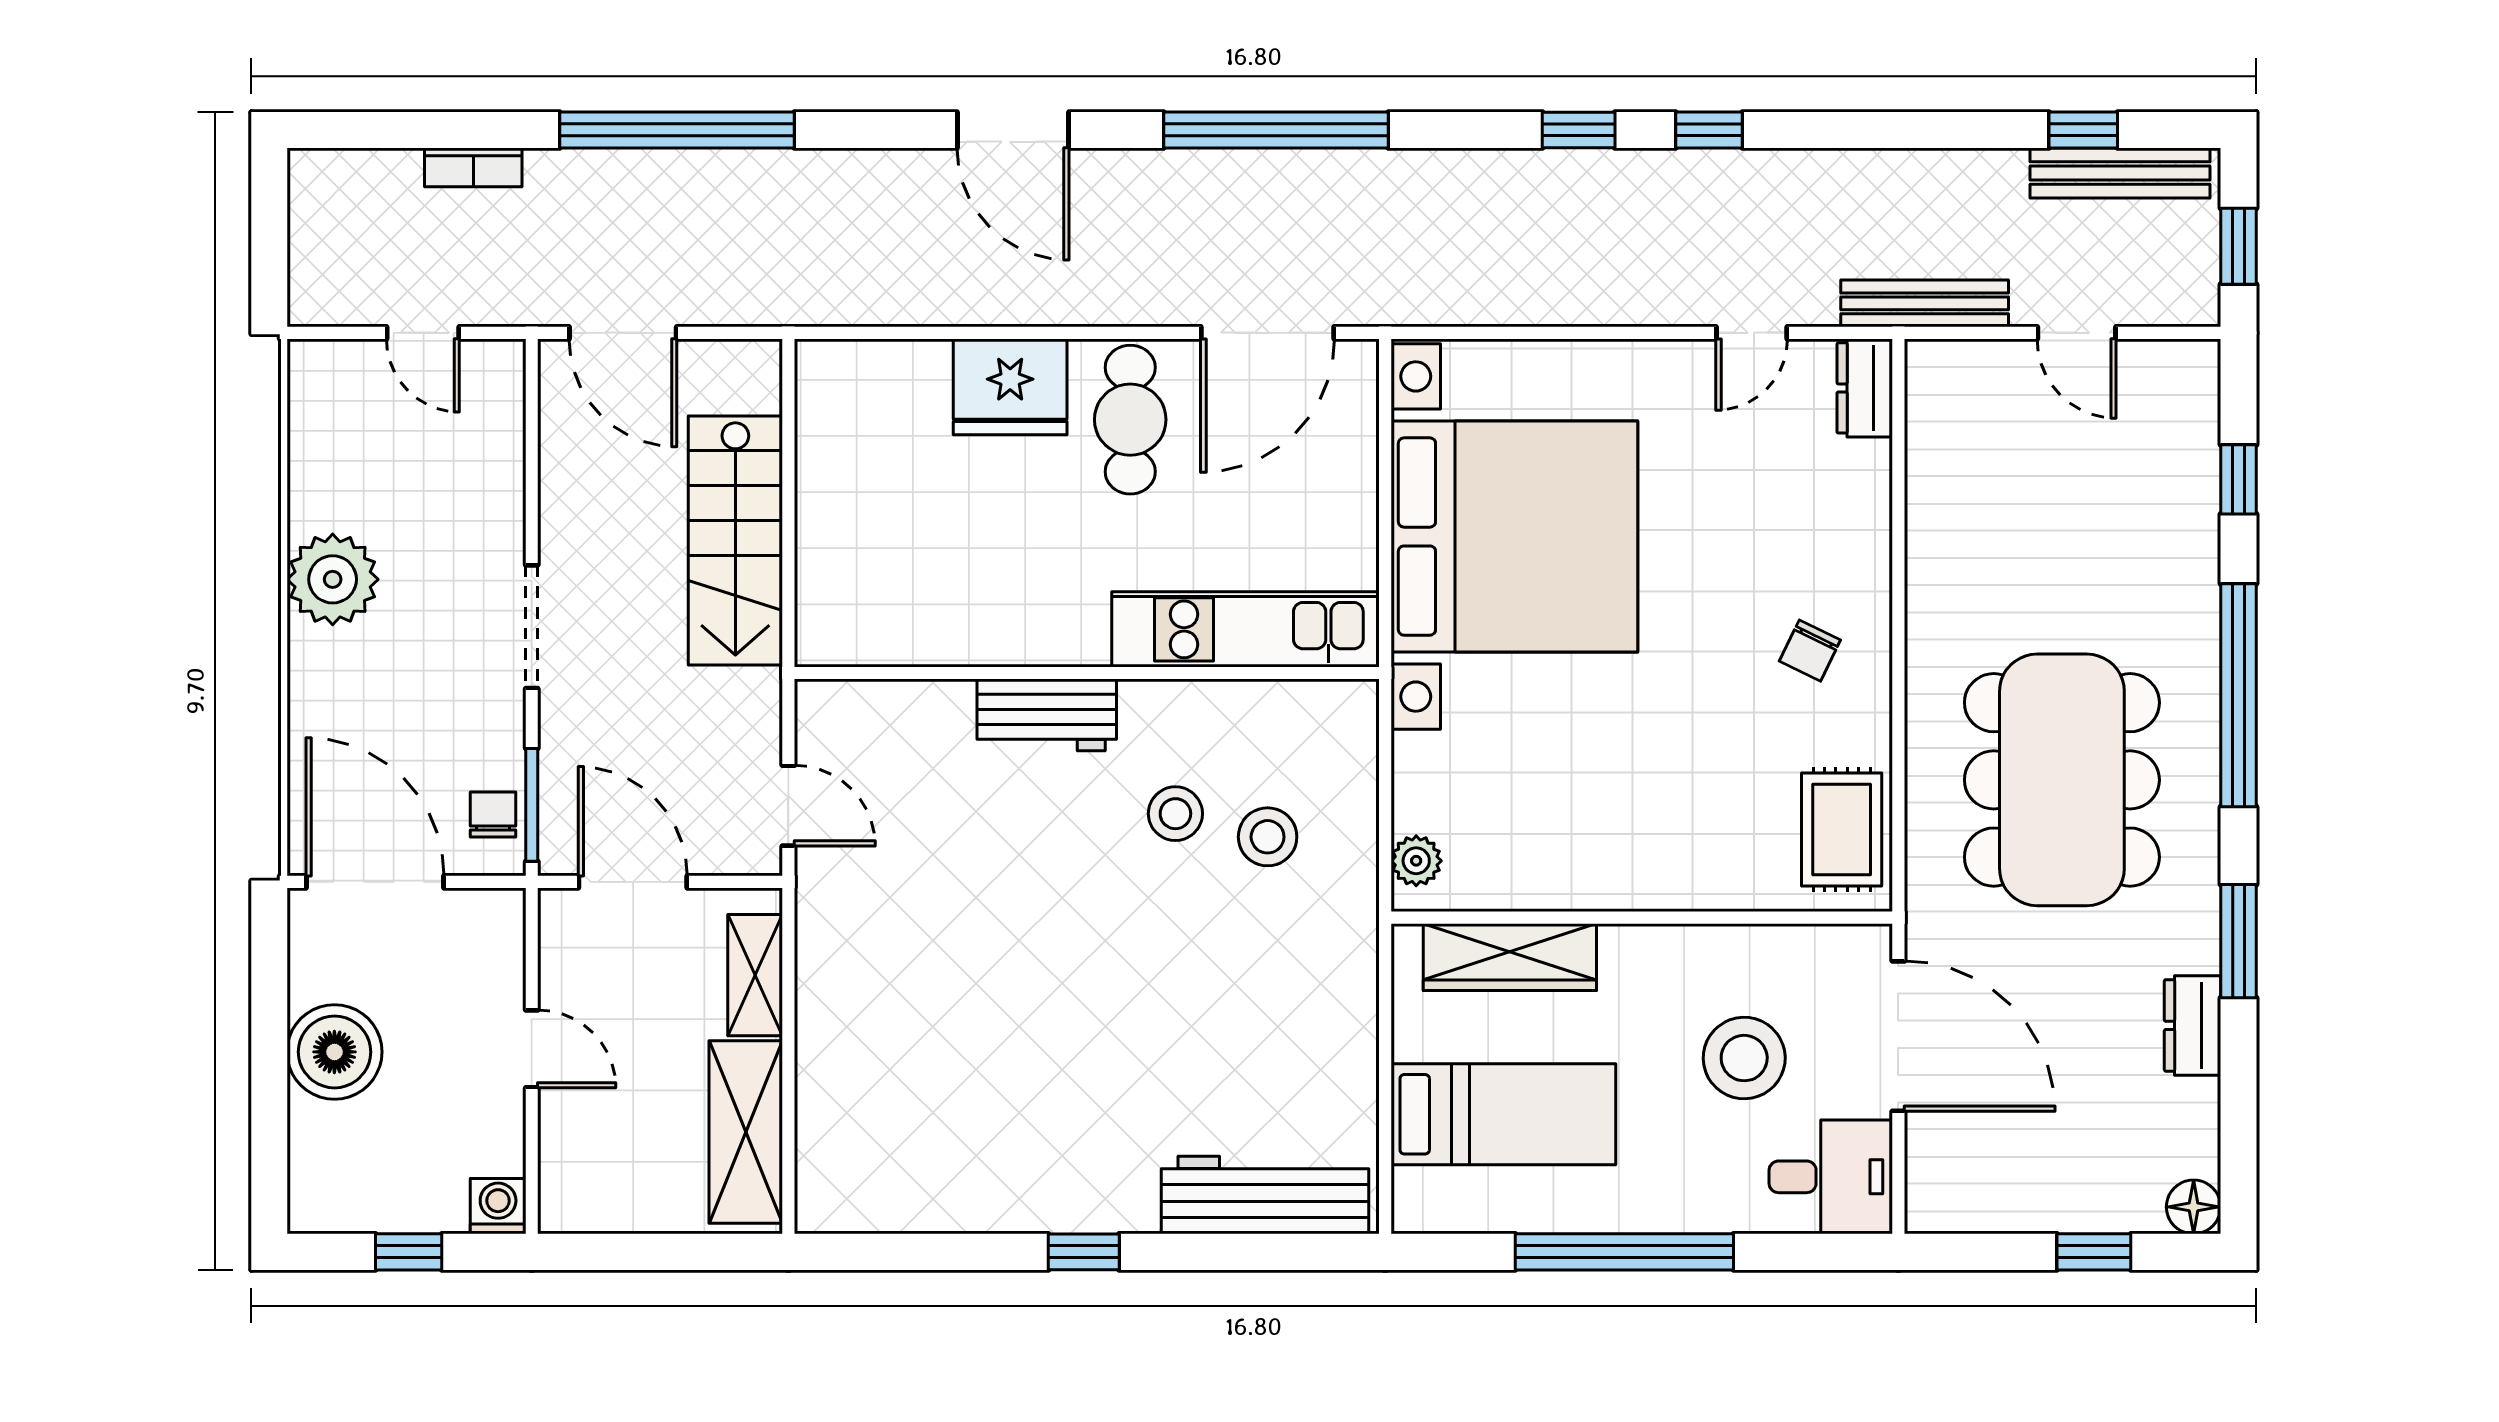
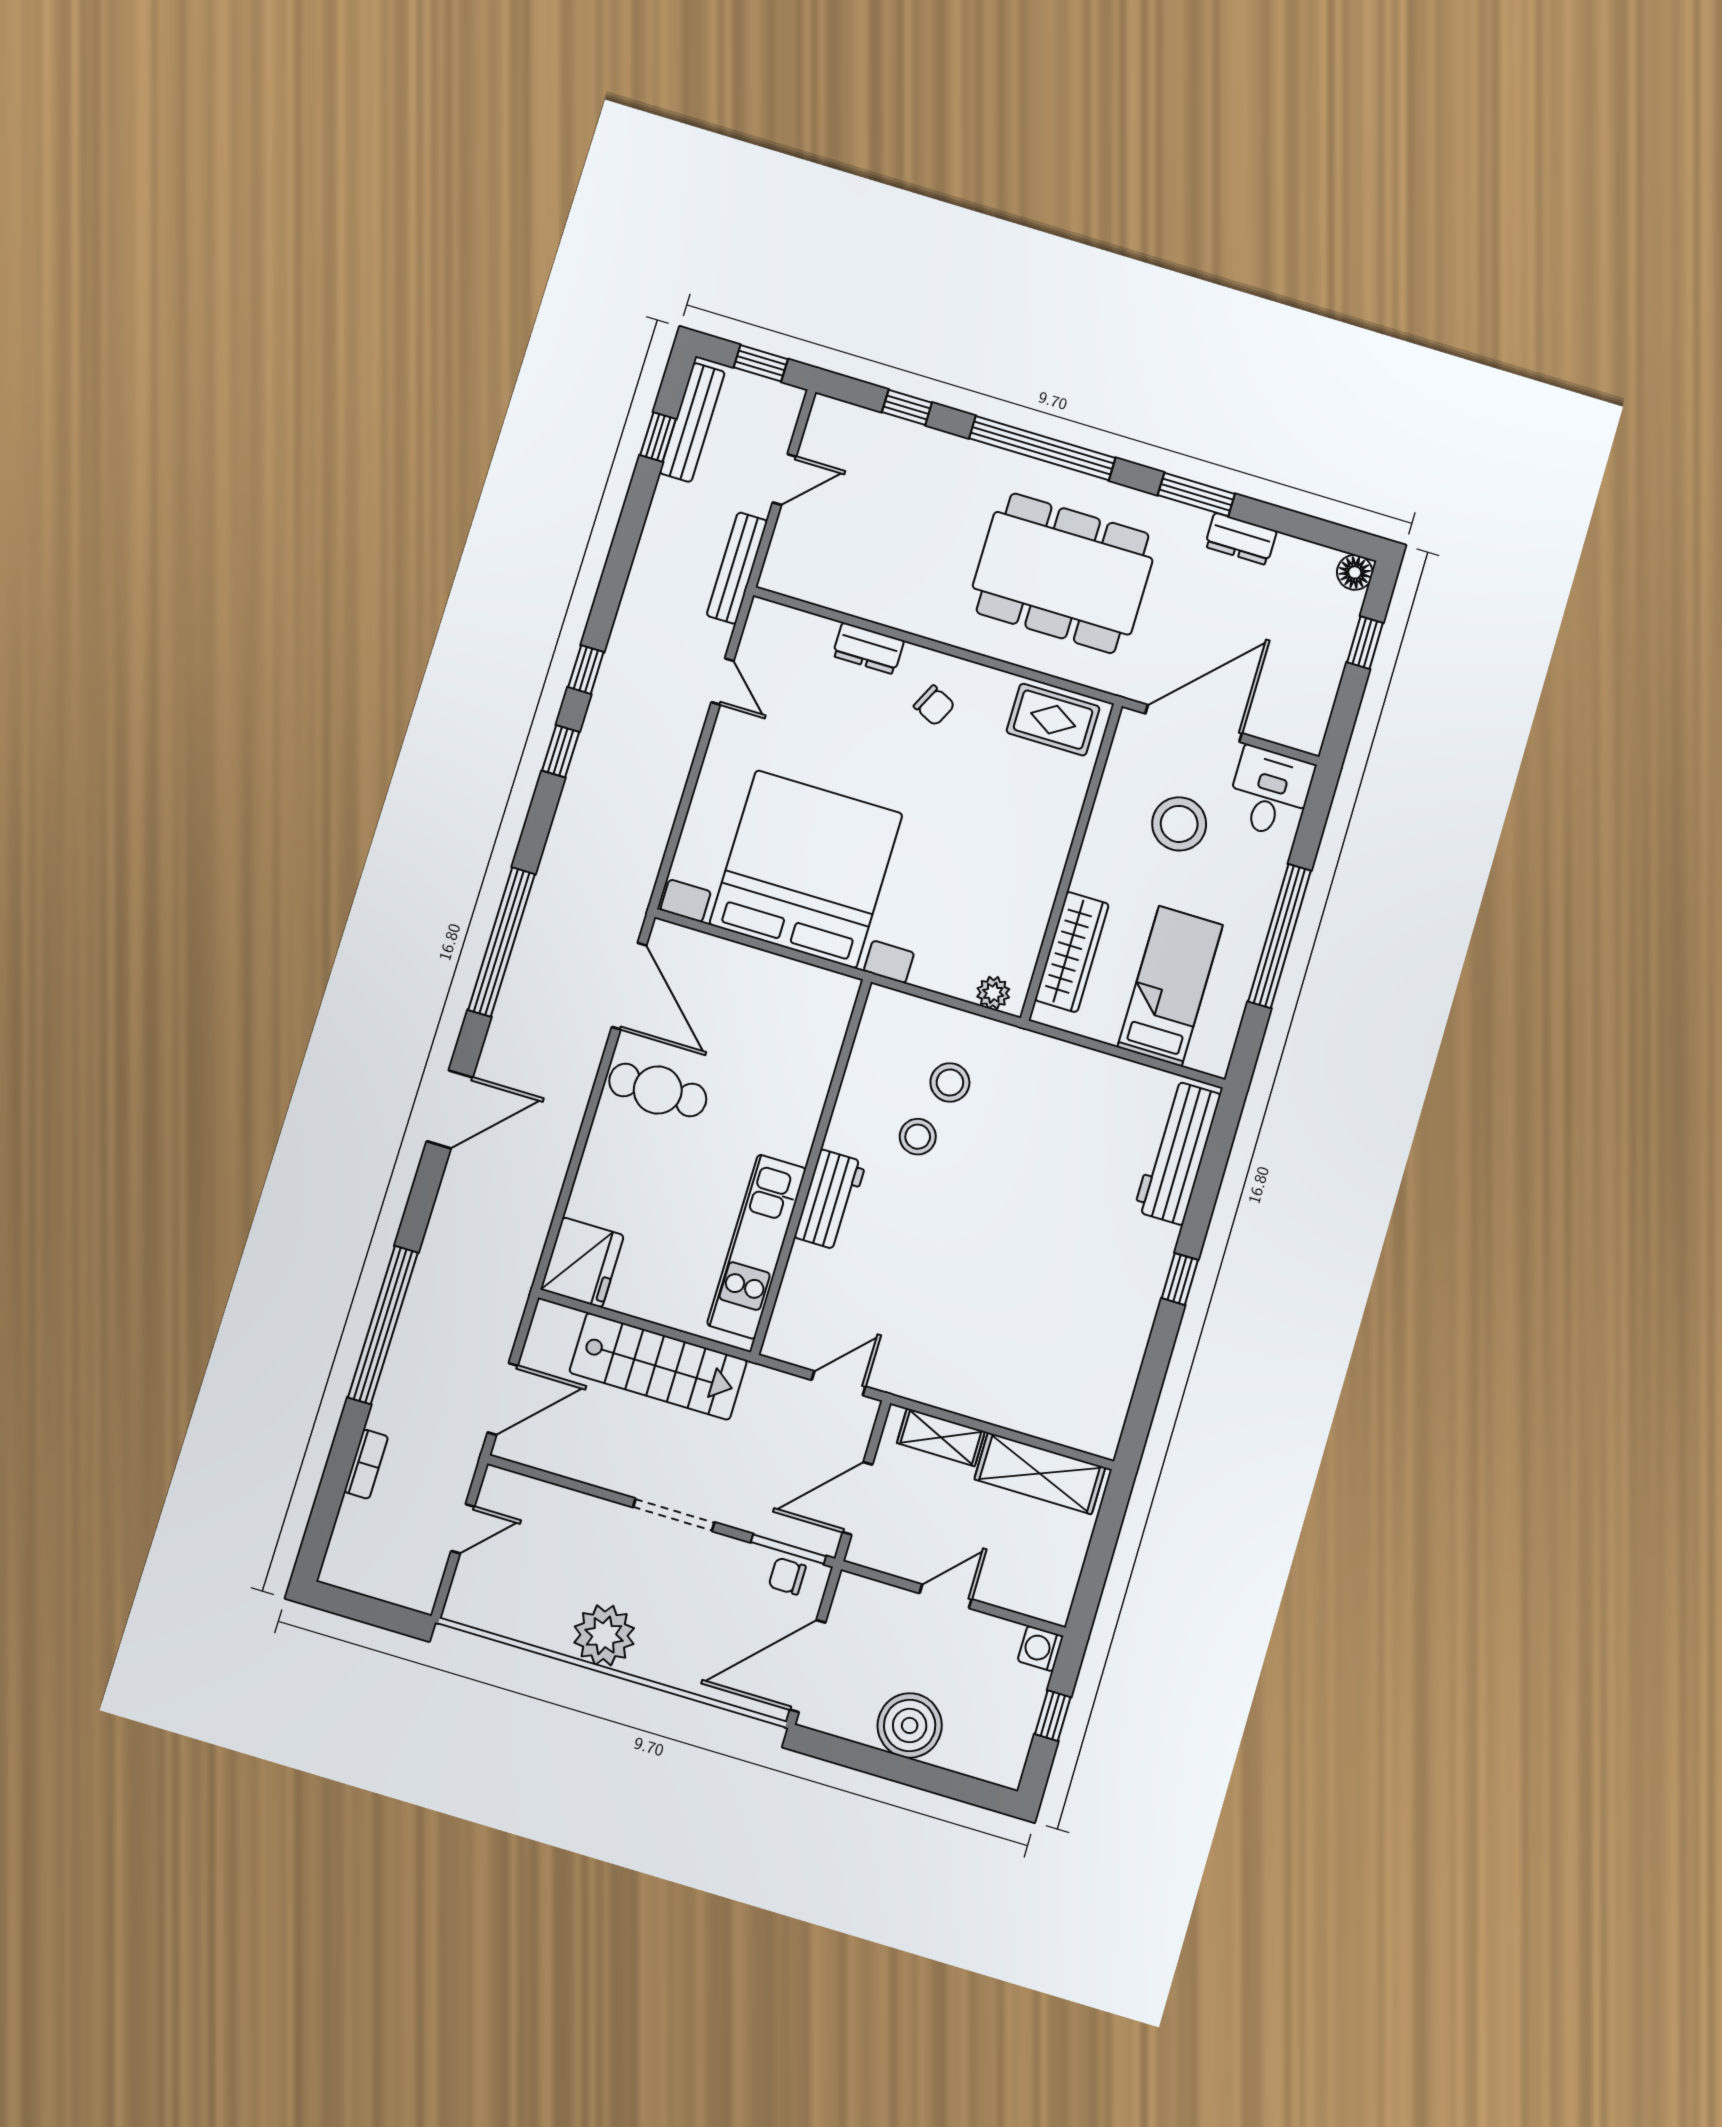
fridge: (1010, 387) -> (582, 1262), moved
dresser: (1865, 388) -> (868, 648), moved
kitchen unit: (1246, 629) -> (756, 1247), moved

